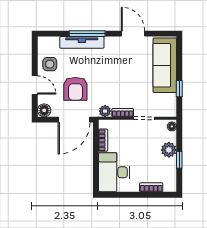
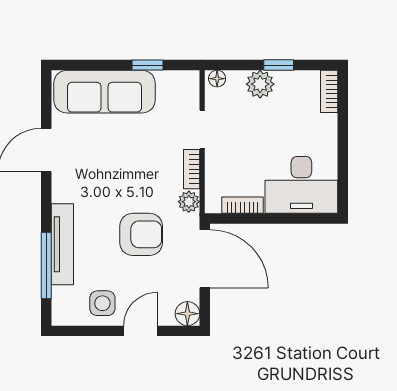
window: (87, 34) -> (46, 265), moved
armchair: (75, 89) -> (141, 234), moved
bookcase: (151, 187) -> (329, 91), moved

